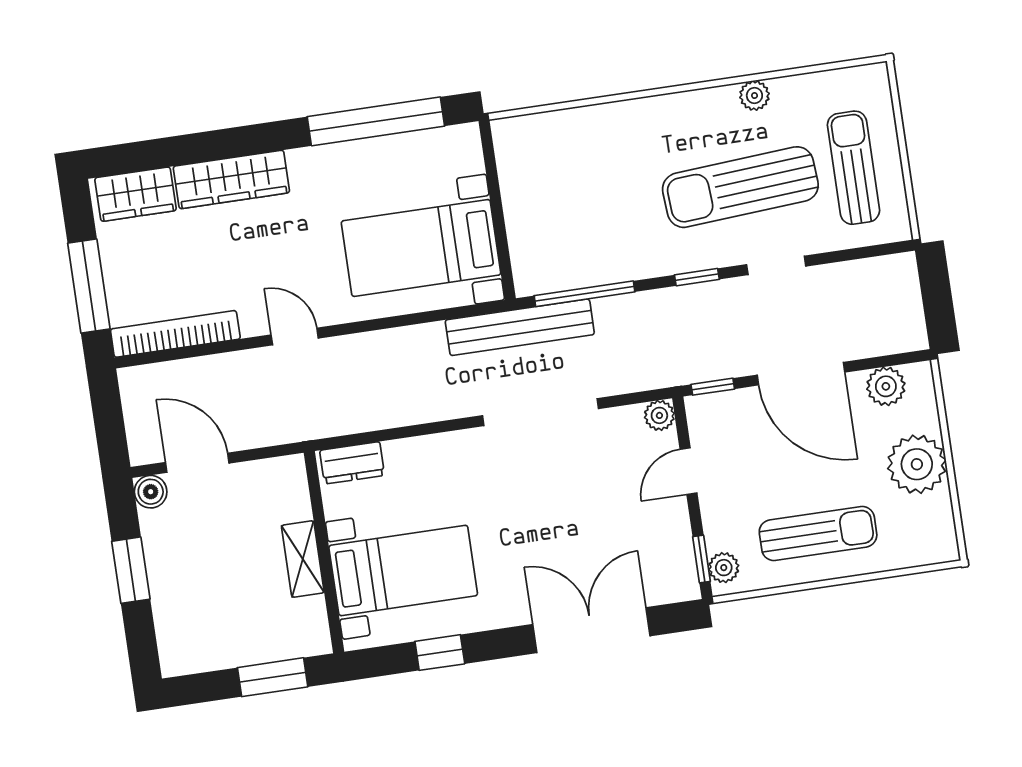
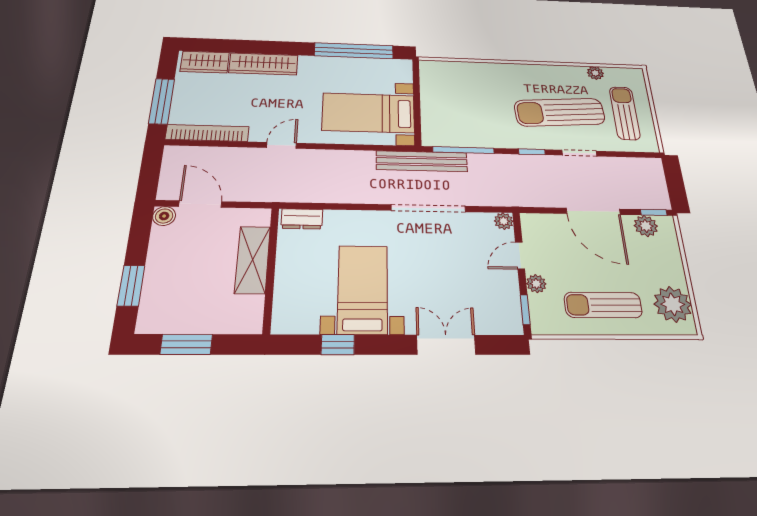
plant: (754, 96) -> (595, 73), moved
door: (295, 337) -> (282, 145), hinge flipped
window: (713, 387) -> (654, 212), moved
plant: (917, 464) -> (673, 304), moved
sun lounger: (818, 533) -> (603, 305), turned 180
shelving: (303, 559) -> (253, 260), width x1.50, depth x1.33
plant: (724, 568) -> (536, 284), moved
window: (131, 570) -> (131, 286), moved
bed with nightstands: (403, 570) -> (363, 289), moved, turned -90
double door: (591, 630) -> (446, 345), width x0.73
window: (273, 677) -> (186, 344), moved

